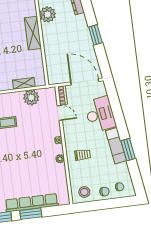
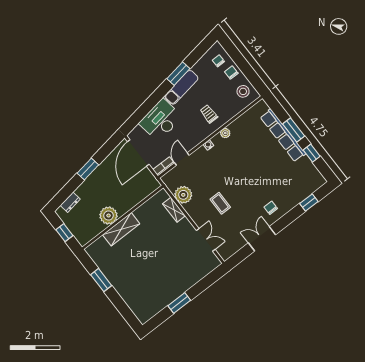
plant: (48, 14) -> (109, 216), moved

